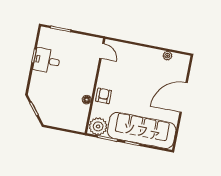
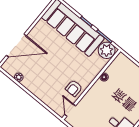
armchair: (104, 96) -> (74, 88), moved
door: (184, 97) -> (16, 45), moved

